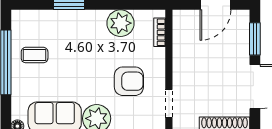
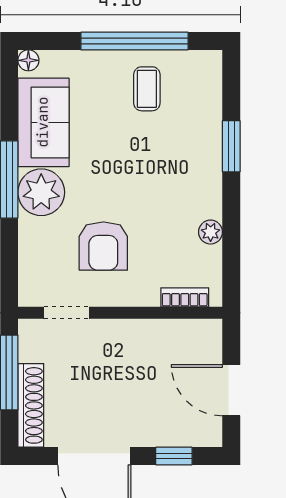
plant: (120, 23) -> (211, 232), width x0.53, depth x0.53
window: (255, 39) -> (174, 456), width x0.67

